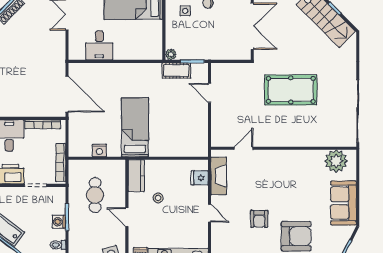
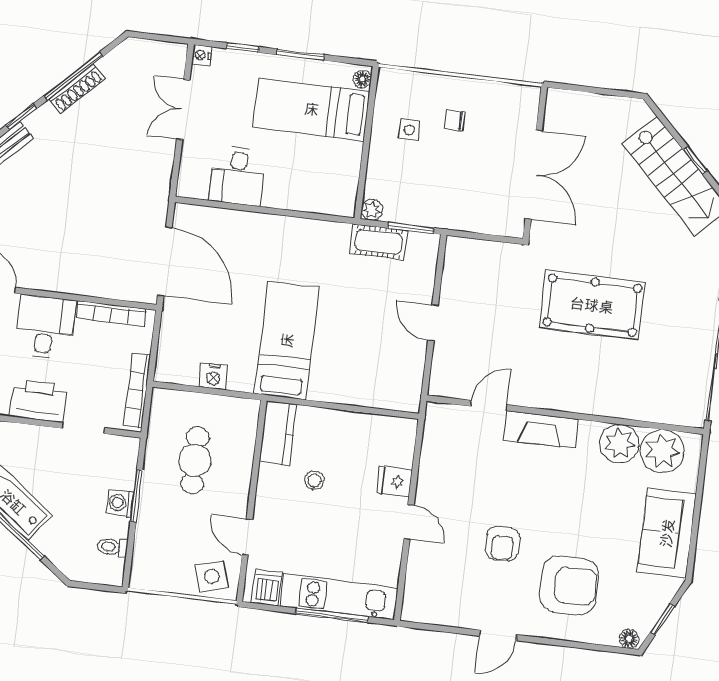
door: (210, 93) -> (433, 323), moved
plant: (313, 160) -> (619, 444), added
fireplace: (219, 176) -> (541, 429), moved, turned 90
fridge: (200, 178) -> (395, 481), moved
door: (127, 217) -> (247, 537), moved

